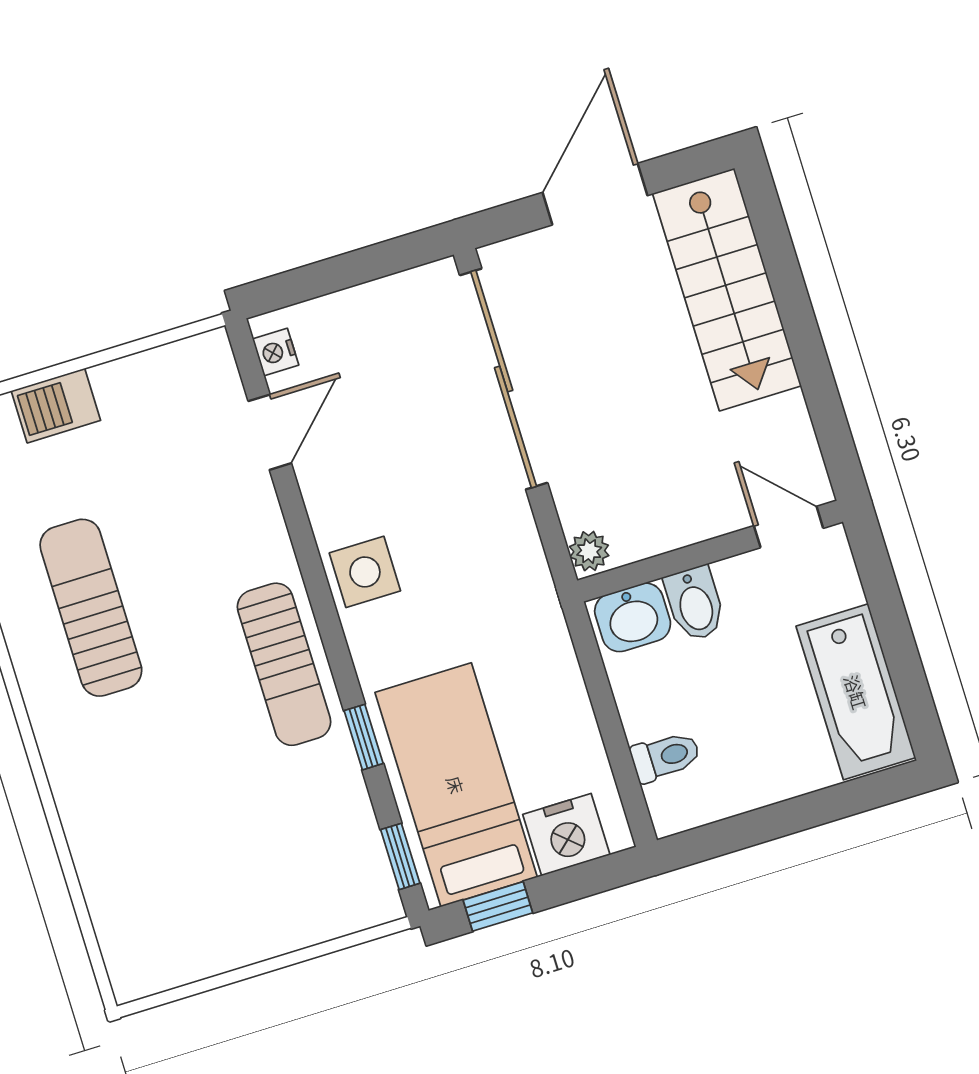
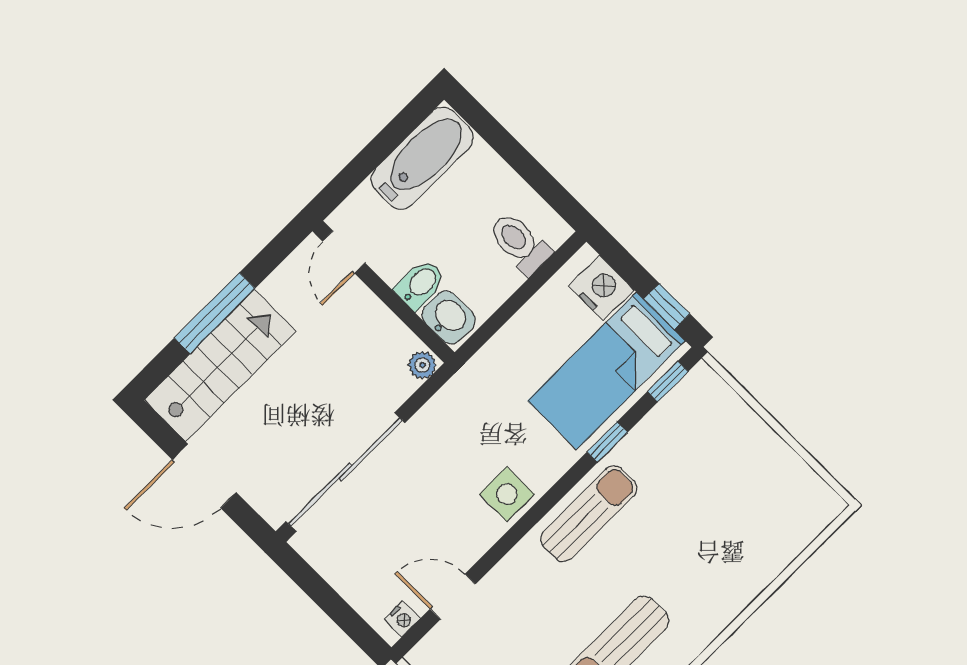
window: (798, 319) -> (215, 313), added
toilet: (666, 757) -> (520, 243), width x1.37, depth x1.39

